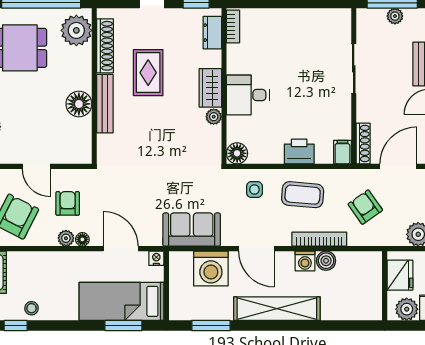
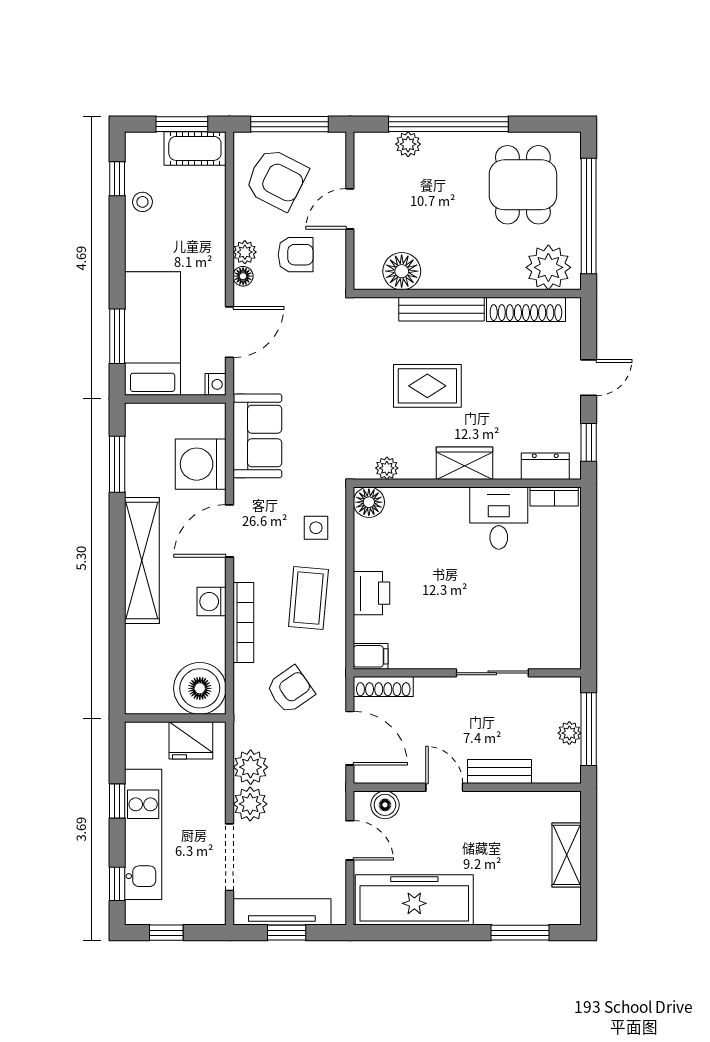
rug: (148, 73) -> (427, 386), moved
desk: (248, 95) -> (499, 518), moved
floor lamp: (79, 104) -> (402, 271), moved
plant: (214, 117) -> (387, 468), moved
boiler: (326, 261) -> (200, 688), moved, width x1.86, depth x1.86
plant: (407, 309) -> (141, 750), removed

